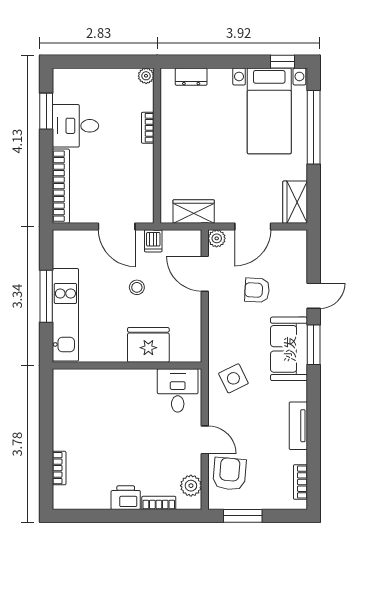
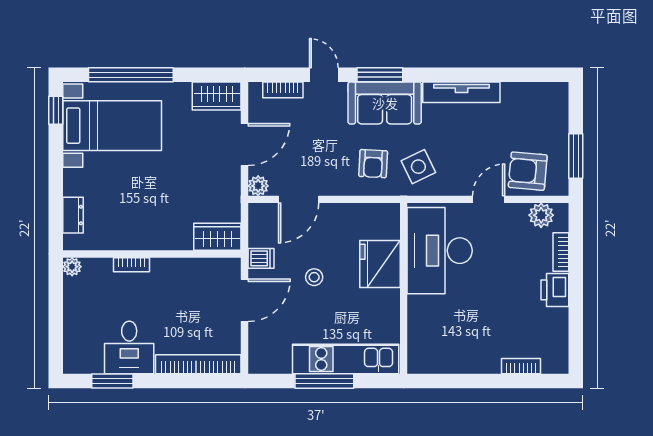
wardrobe: (194, 211) -> (217, 237), moved, turned 90
door: (253, 227) -> (245, 145), hinge flipped
armchair: (257, 290) -> (373, 164), moved
desk: (178, 390) -> (440, 251), width x1.87, depth x1.30
tv unit: (298, 426) -> (461, 92), width x1.41
bookcase: (300, 482) -> (283, 90), moved

